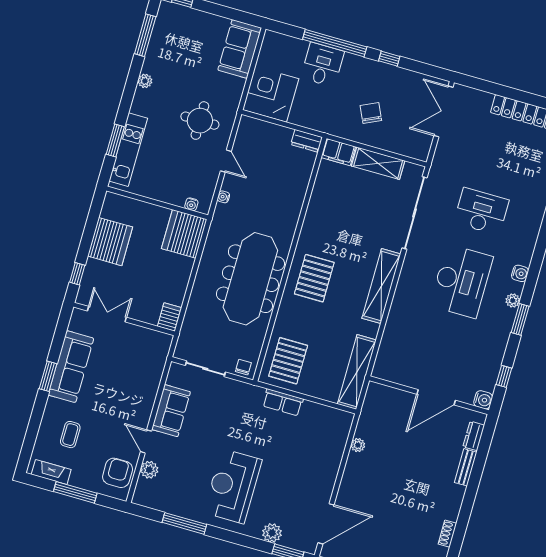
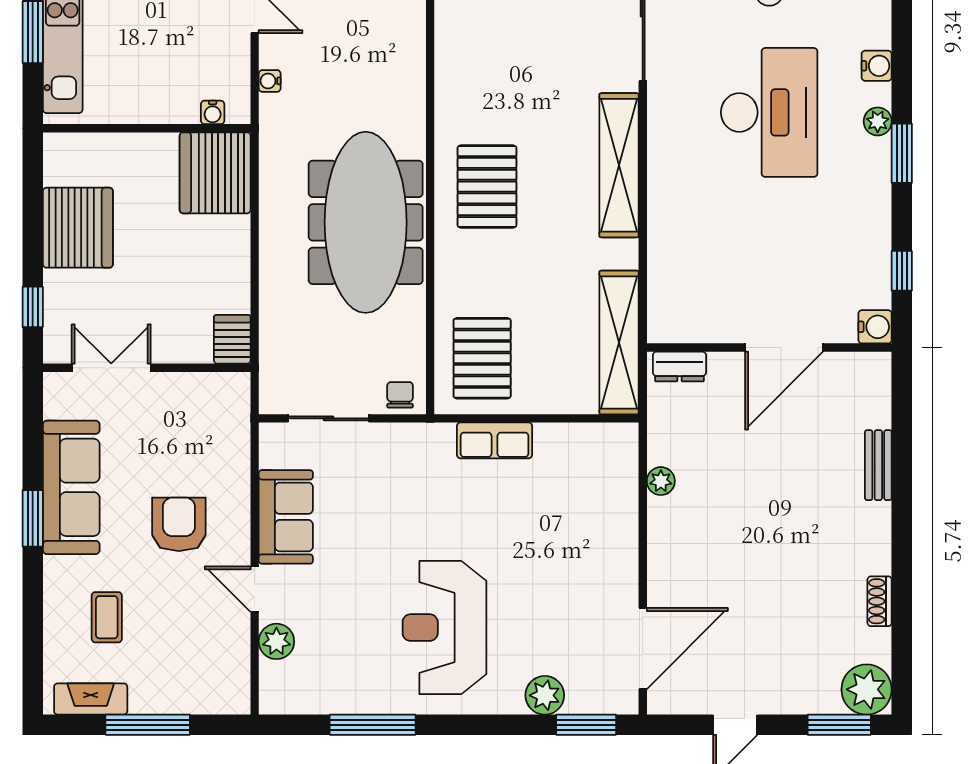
dresser: (474, 436) -> (679, 367), moved, turned -90
armchair: (118, 473) -> (179, 524), moved

